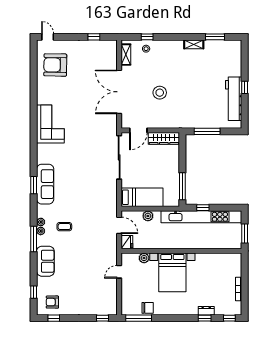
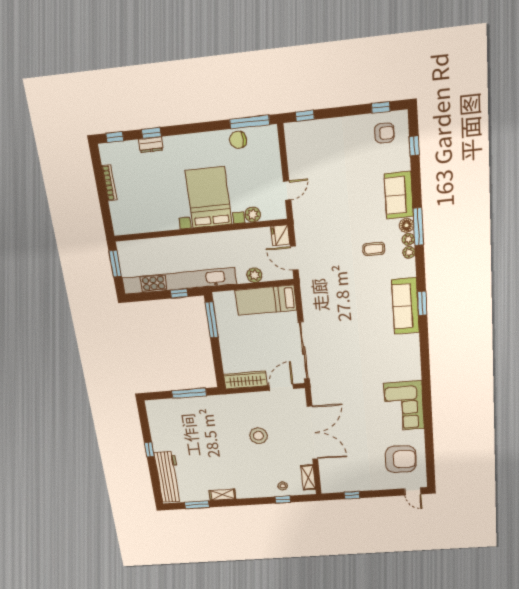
workbench: (234, 99) -> (168, 477), moved
corner sofa: (50, 124) -> (404, 406), moved
floor lamp: (41, 241) -> (407, 225), added

